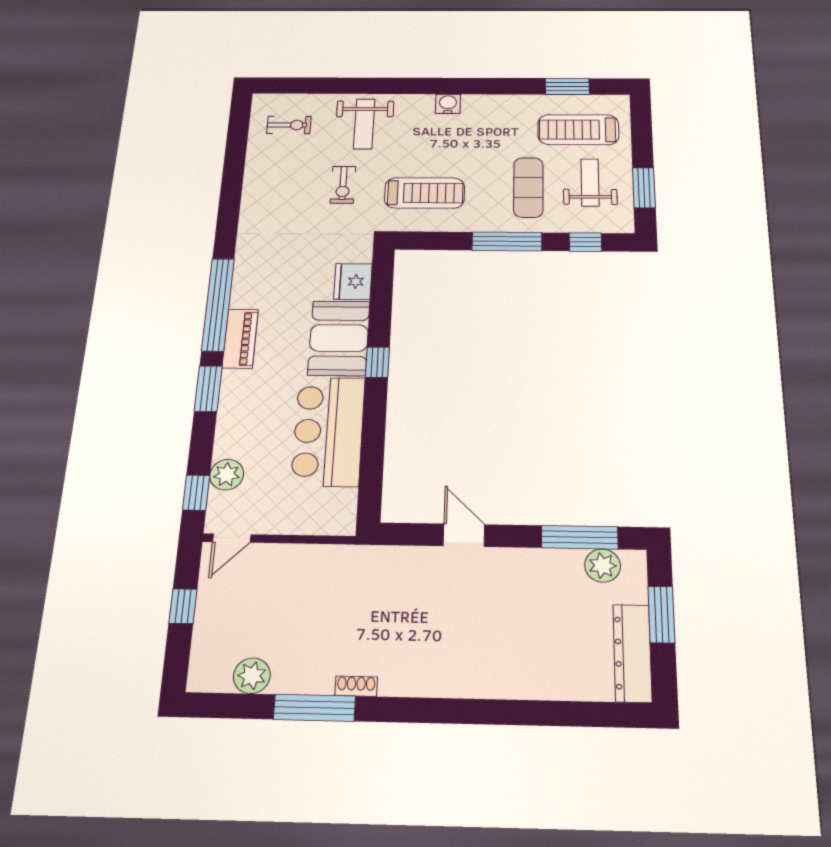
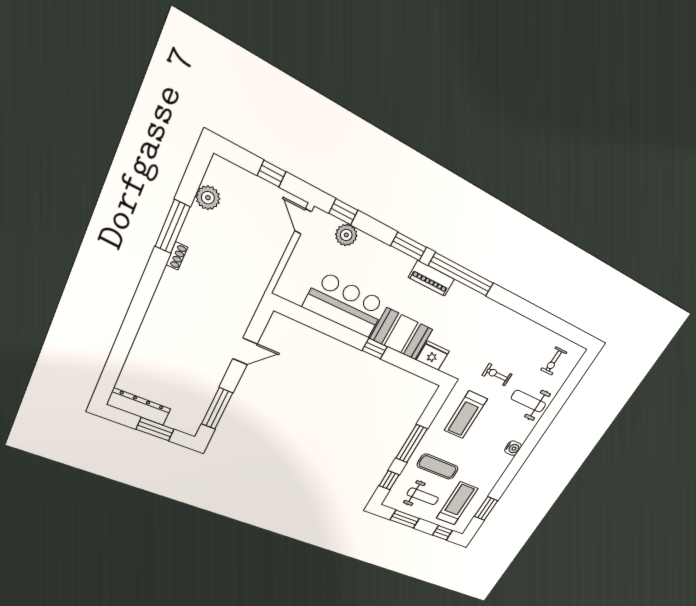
window: (641, 124) -> (442, 533), added
plant: (603, 566) -> (196, 413), removed

